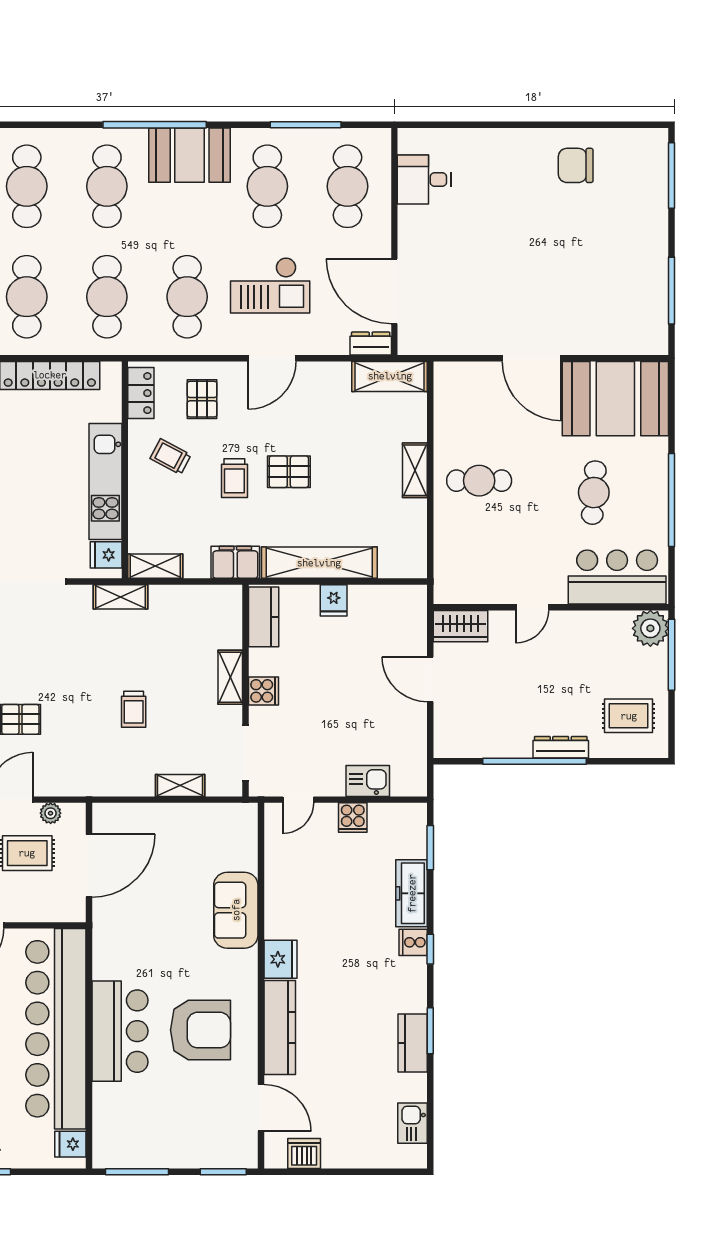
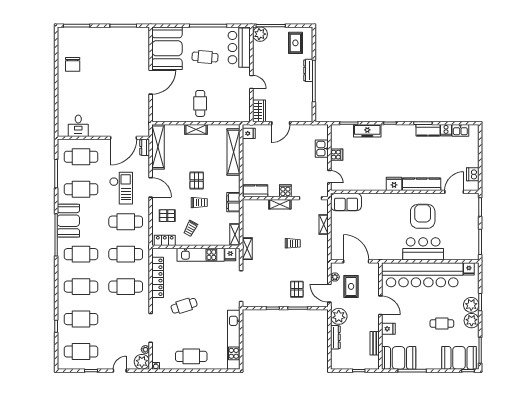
shelving: (390, 376) -> (158, 147), width x1.47
shelving: (319, 563) -> (233, 152), moved
fridge: (334, 600) -> (249, 133), moved
sofa: (236, 910) -> (346, 202), moved
cooker: (413, 942) -> (446, 130), moved

